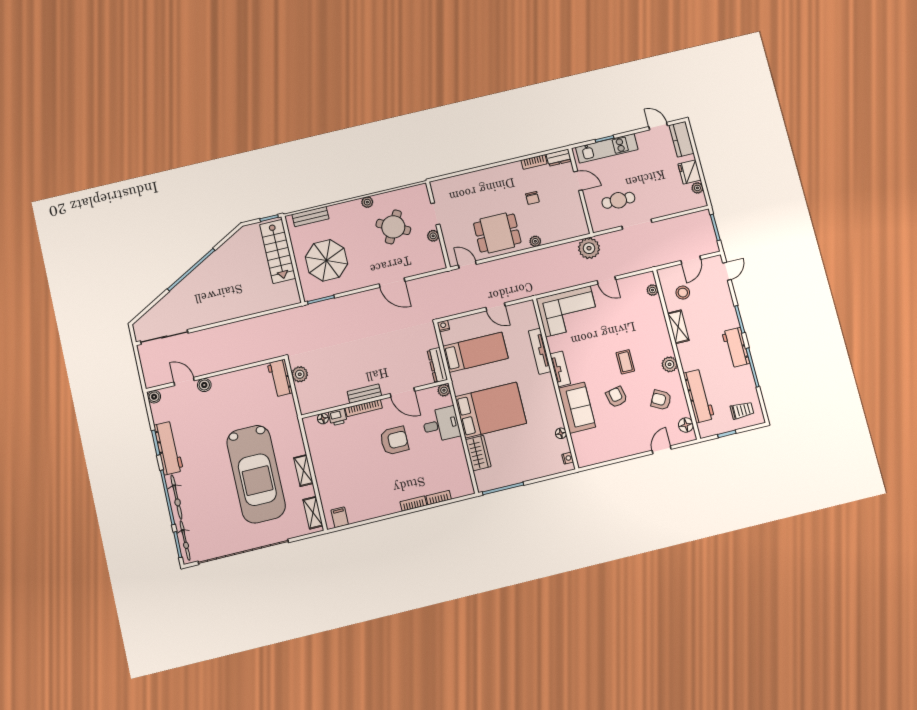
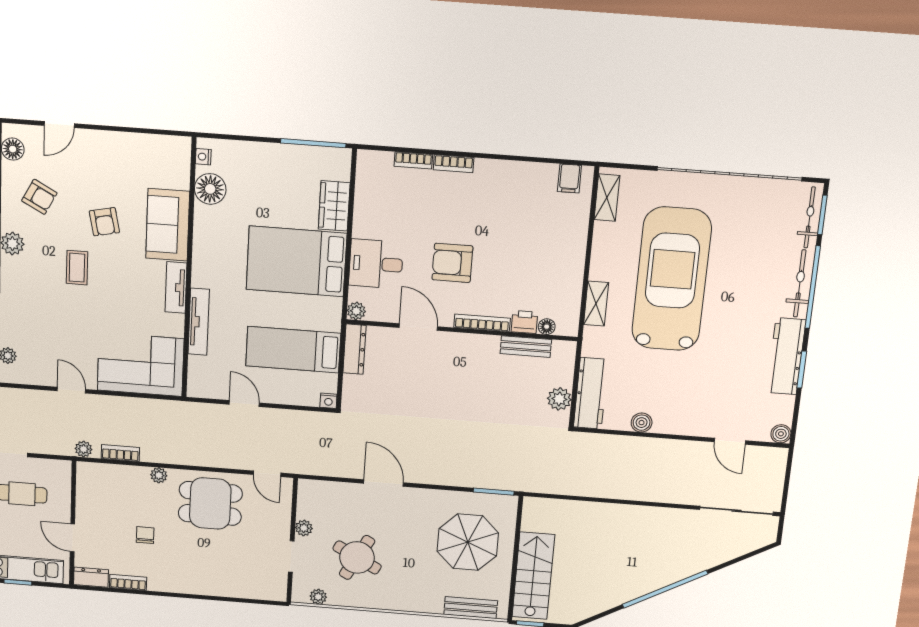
plant: (367, 202) -> (318, 597), moved
bookcase: (564, 248) -> (120, 453), added
plant: (589, 248) -> (84, 449), width x0.53, depth x0.53
workbench: (280, 378) -> (591, 393), width x1.38
boiler: (204, 385) -> (642, 423), moved
bench: (364, 394) -> (526, 347), moved
floor lamp: (561, 433) -> (210, 189), width x1.89, depth x1.89
shelving: (303, 471) -> (596, 304), moved

